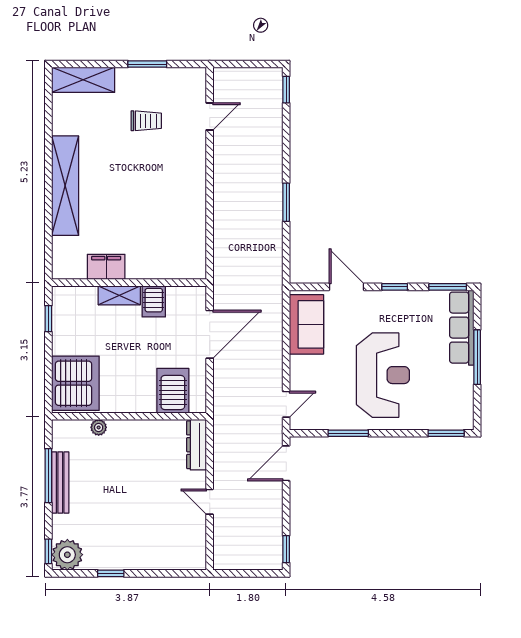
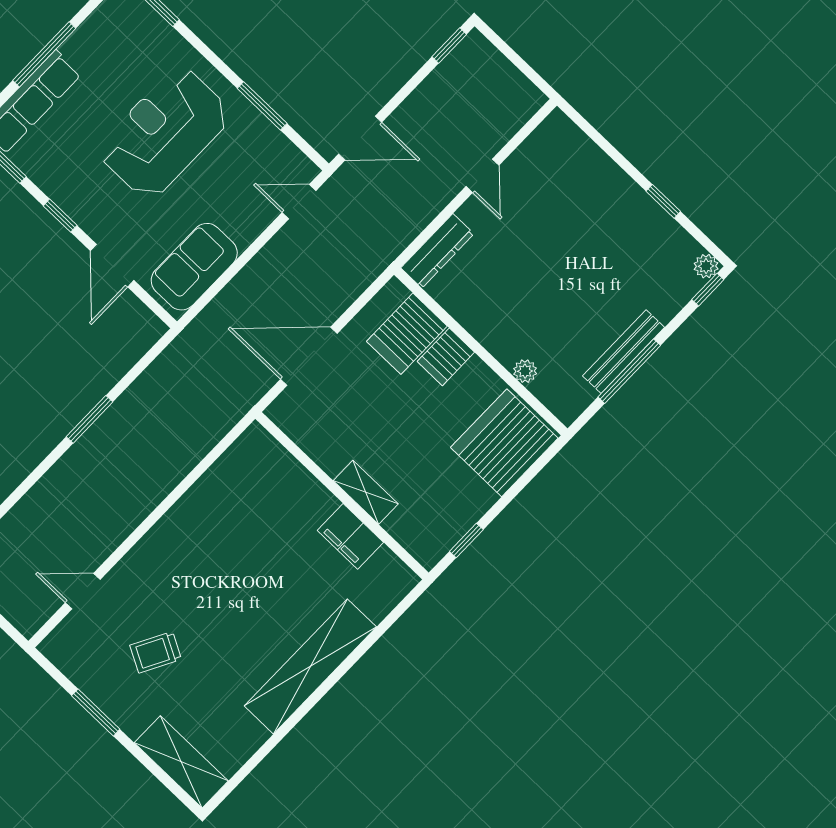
trolley: (146, 121) -> (156, 652), turned -62
server rack: (154, 301) -> (446, 357), moved, turned 180
plant: (67, 555) -> (706, 266), width x0.53, depth x0.53

